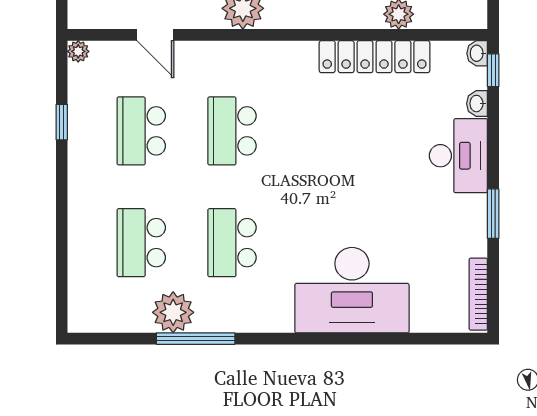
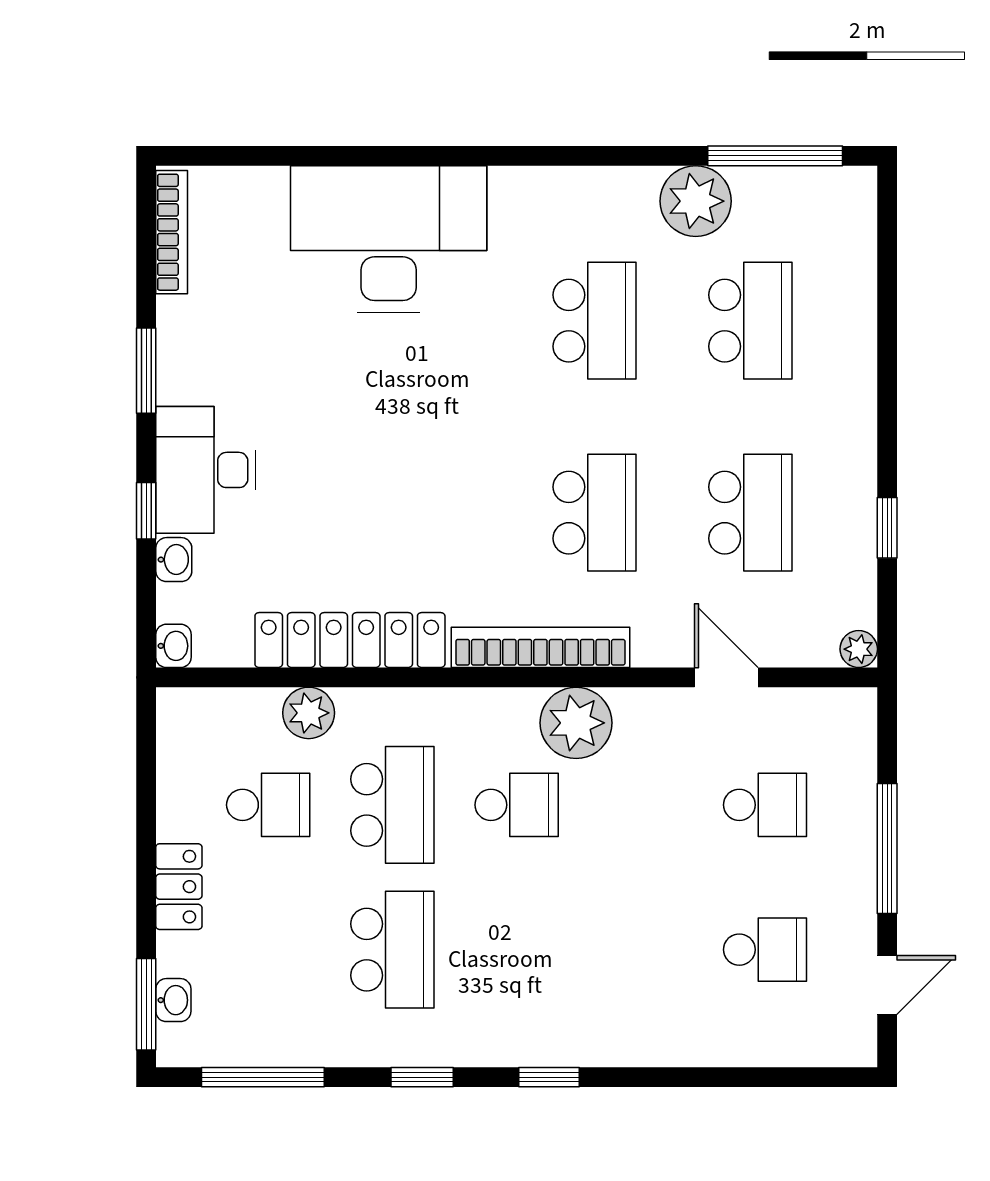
bookcase: (264, 52) -> (540, 647), added
window: (493, 70) -> (146, 511), moved
window: (196, 339) -> (775, 156), moved

